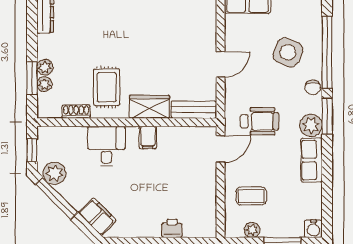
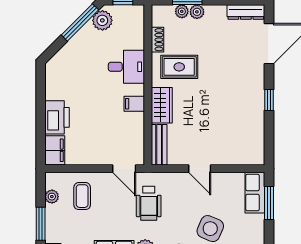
filing cabinet: (97, 217) -> (55, 150), moved, turned -45
printer: (172, 228) -> (57, 117), width x1.87, depth x1.48

